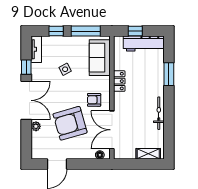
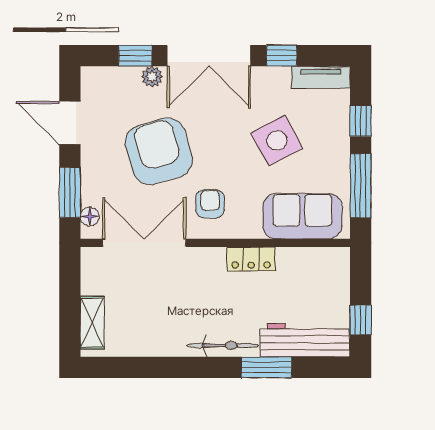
window: (135, 31) -> (361, 320), moved
workbench: (144, 43) -> (305, 340), moved, turned 90
side table: (65, 69) -> (277, 141), width x1.87, depth x1.87
bicycle: (159, 113) -> (223, 346), moved
window: (26, 134) -> (135, 56), added
window: (89, 164) -> (70, 192), added

